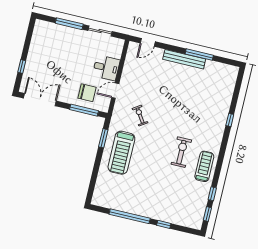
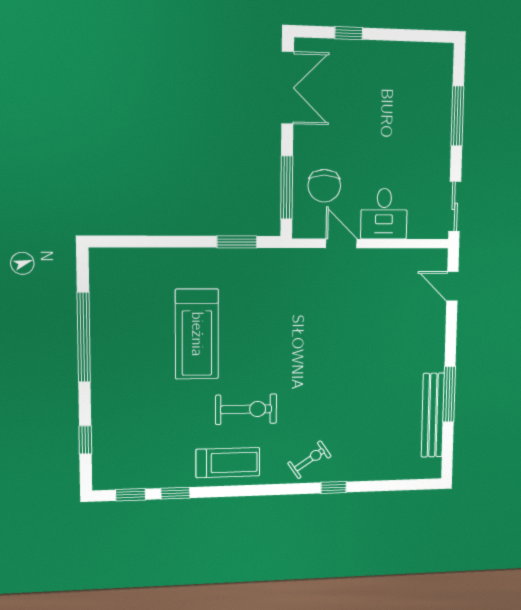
sliding door: (100, 31) -> (455, 206), moved
bench: (184, 59) -> (433, 415), moved
exercise bike: (140, 116) -> (309, 460), moved
treadmill: (121, 153) -> (197, 334), moved, turned -90
window: (164, 224) -> (85, 440), moved

